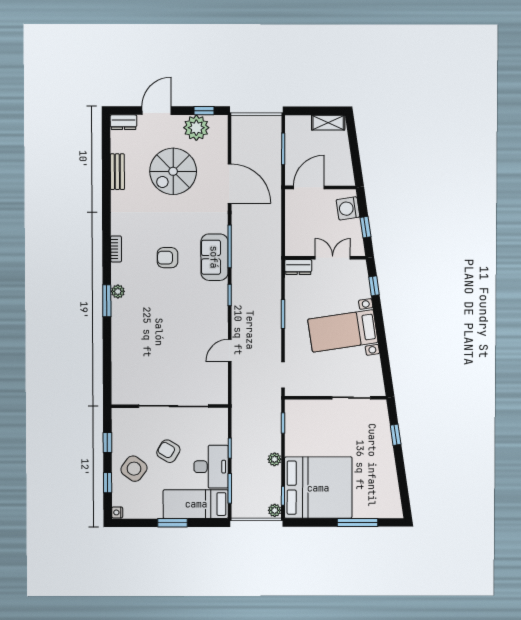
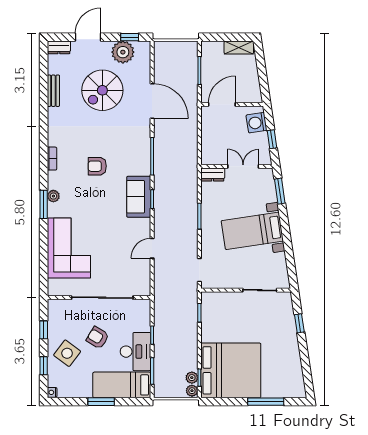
sofa: (214, 257) -> (139, 197), moved
window: (374, 286) -> (280, 191), width x1.50
corner sofa: (136, 350) -> (69, 248), added
plant: (274, 459) -> (192, 378), moved

